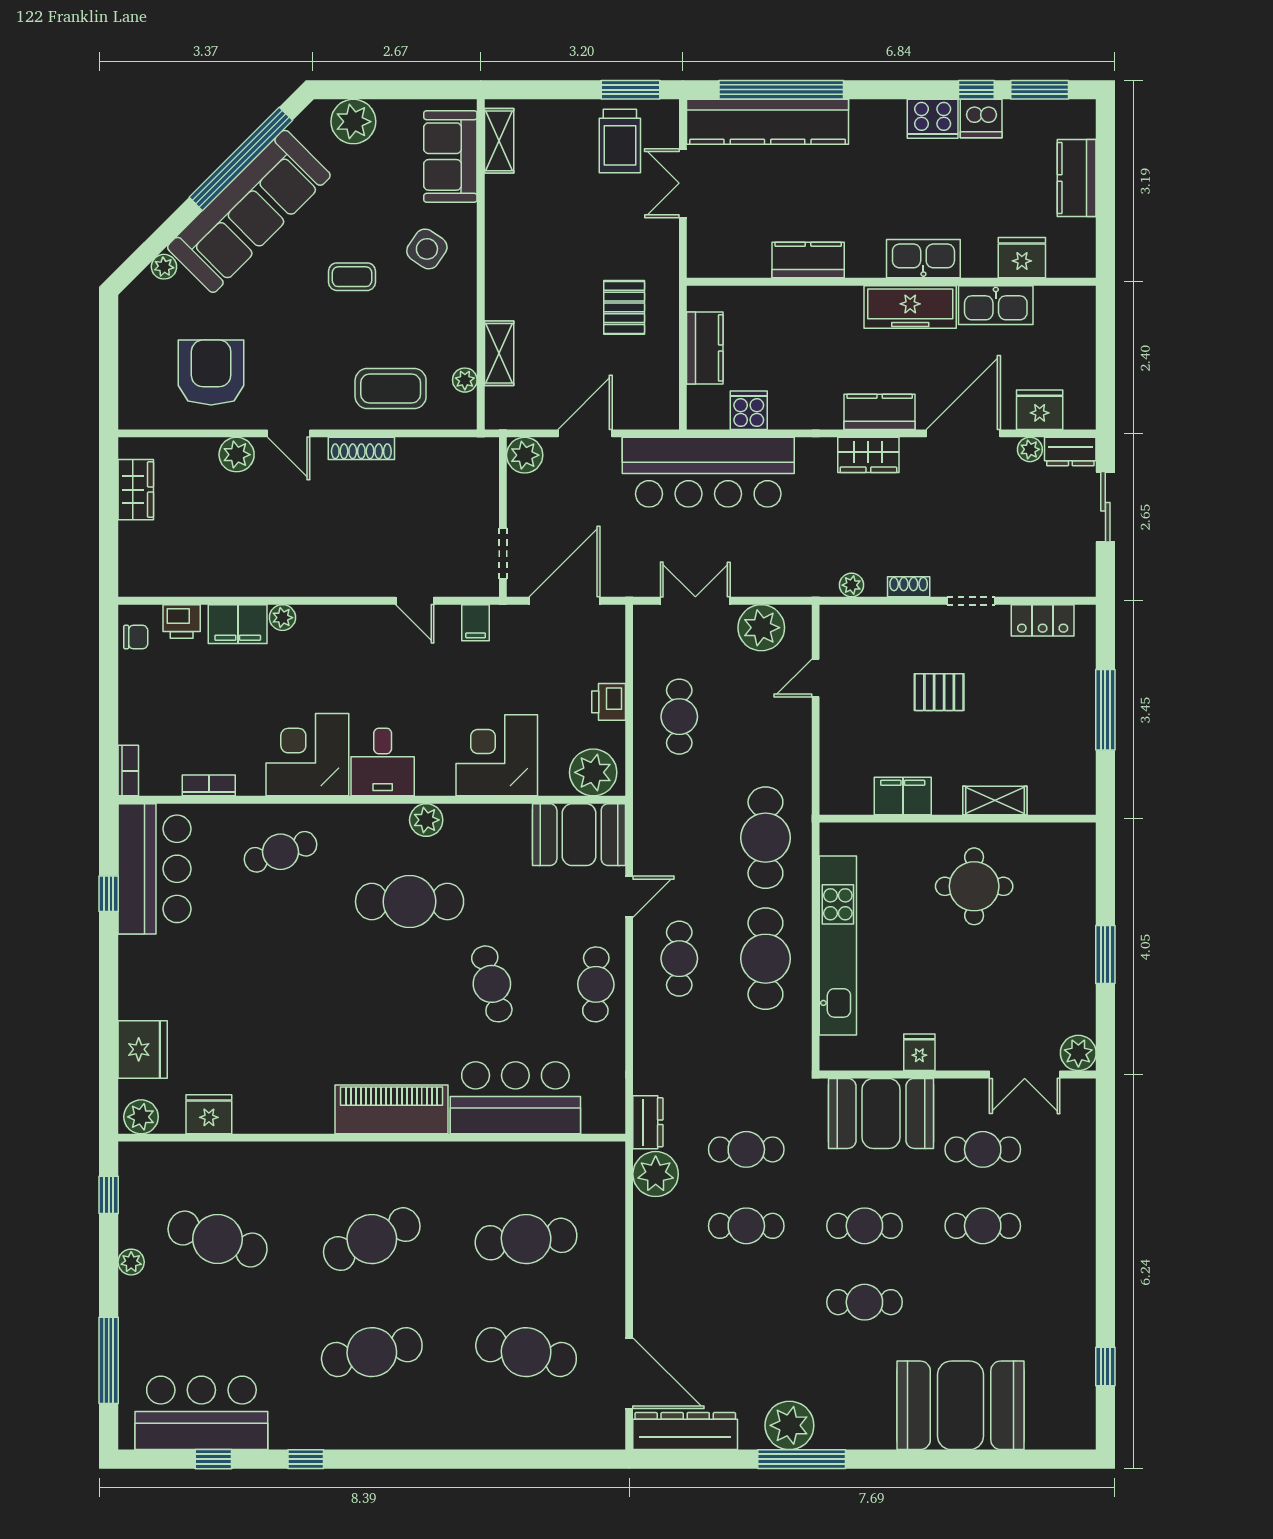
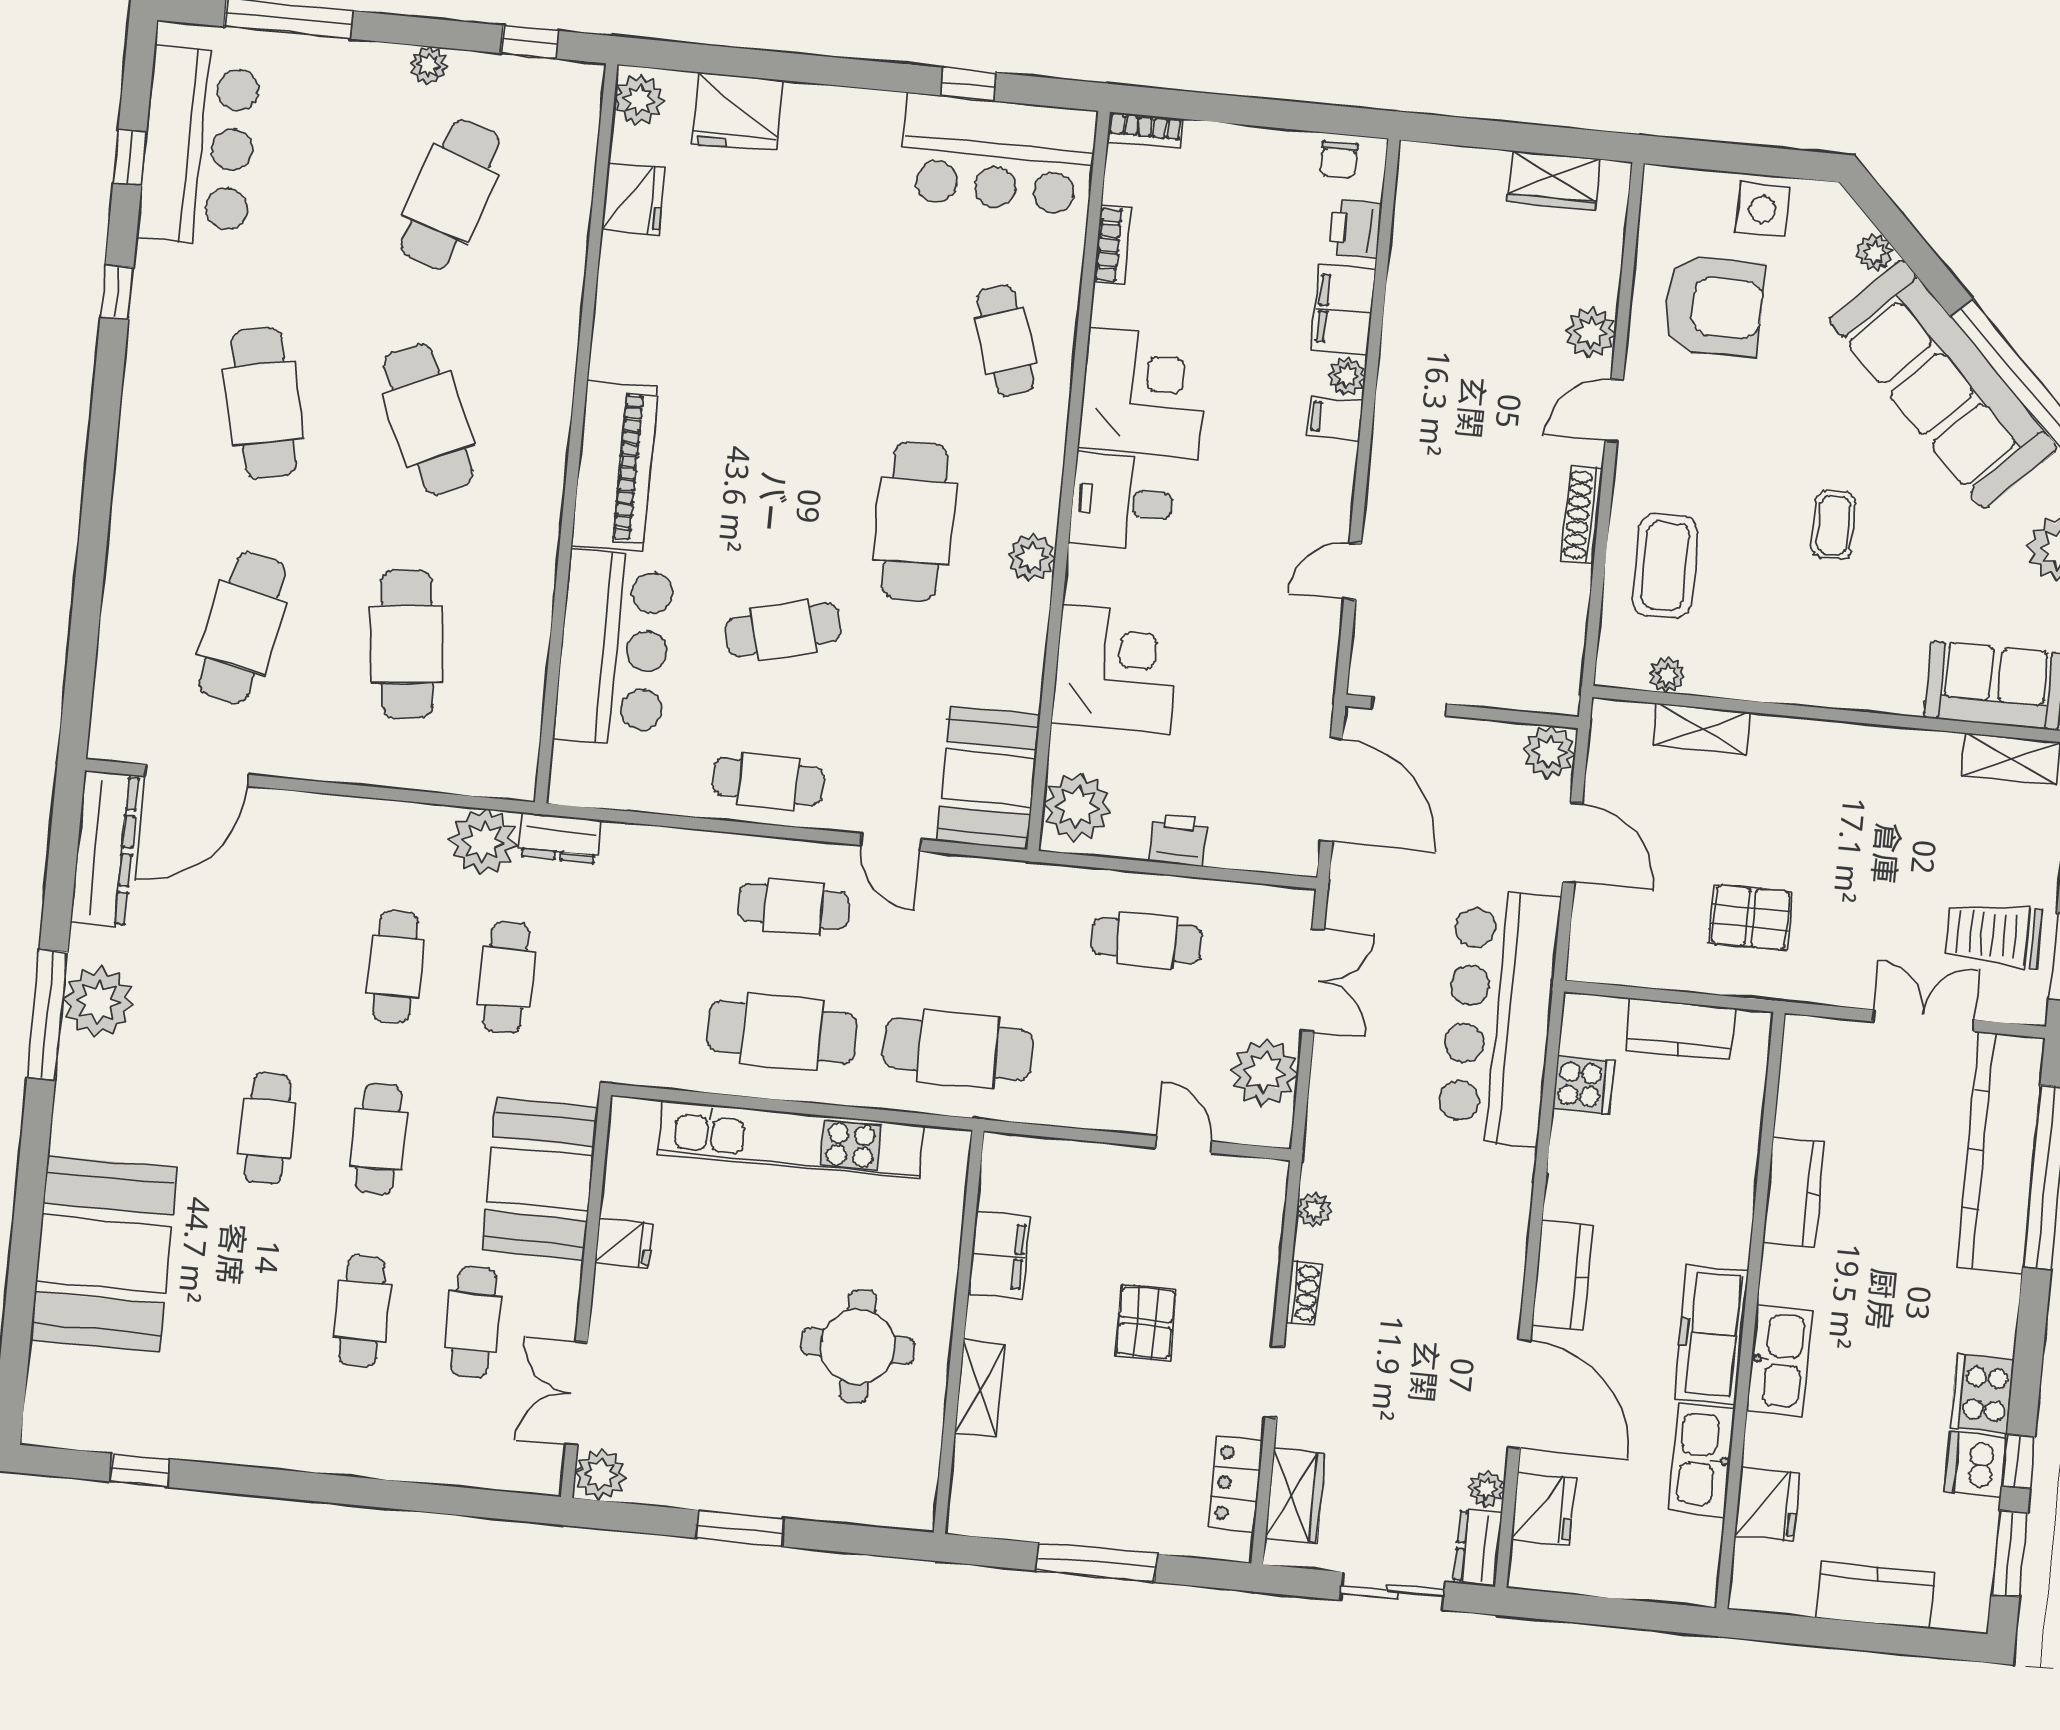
side table: (427, 249) -> (1762, 210), moved, turned -34
wardrobe: (868, 455) -> (1295, 1496), moved, turned 180
filing cabinet: (476, 623) -> (1335, 418), moved

